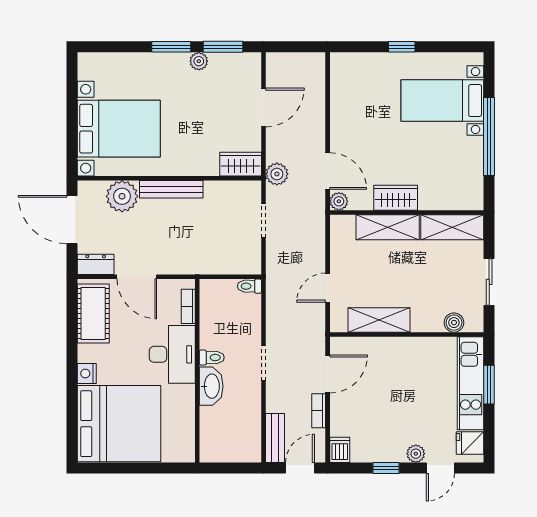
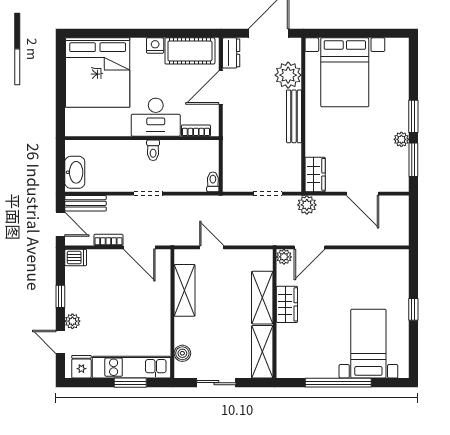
nightstand: (87, 373) -> (155, 46), moved
washbasin: (211, 386) -> (75, 172), moved, turned -90

